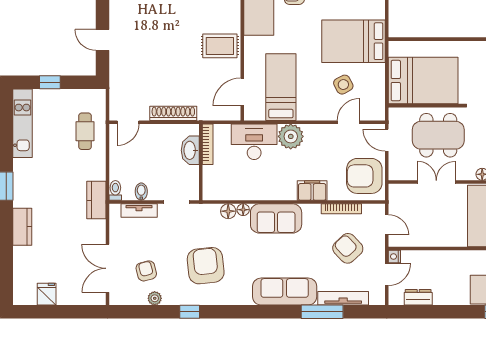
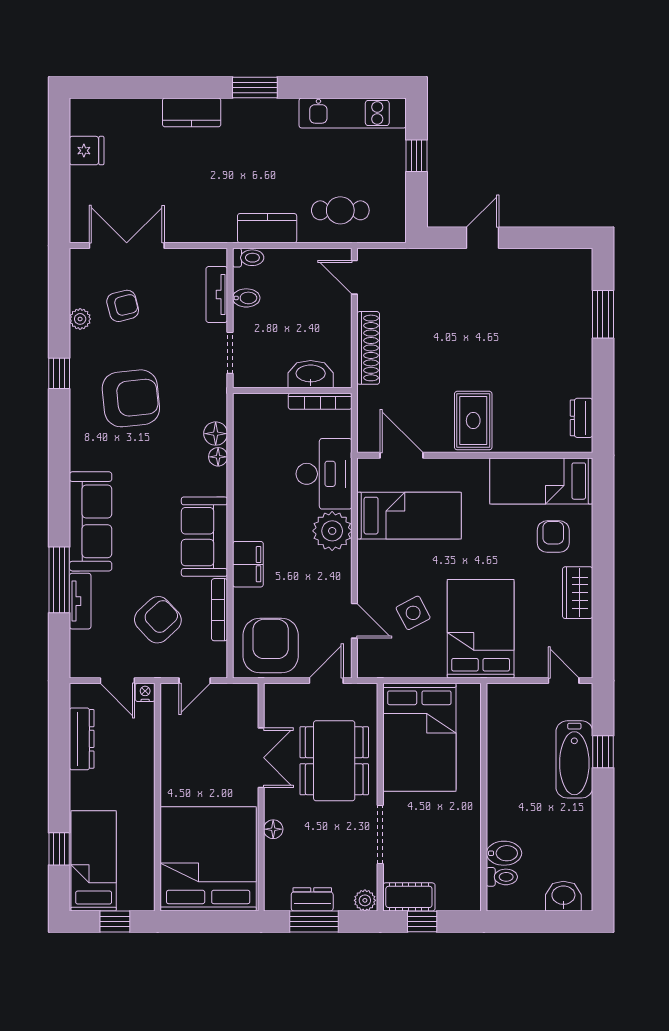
kitchen counter: (96, 200) -> (267, 228), moved
sofa: (276, 218) -> (204, 537), moved
dresser: (418, 297) -> (82, 739), width x1.44
tv unit: (343, 298) -> (80, 601), width x0.71

